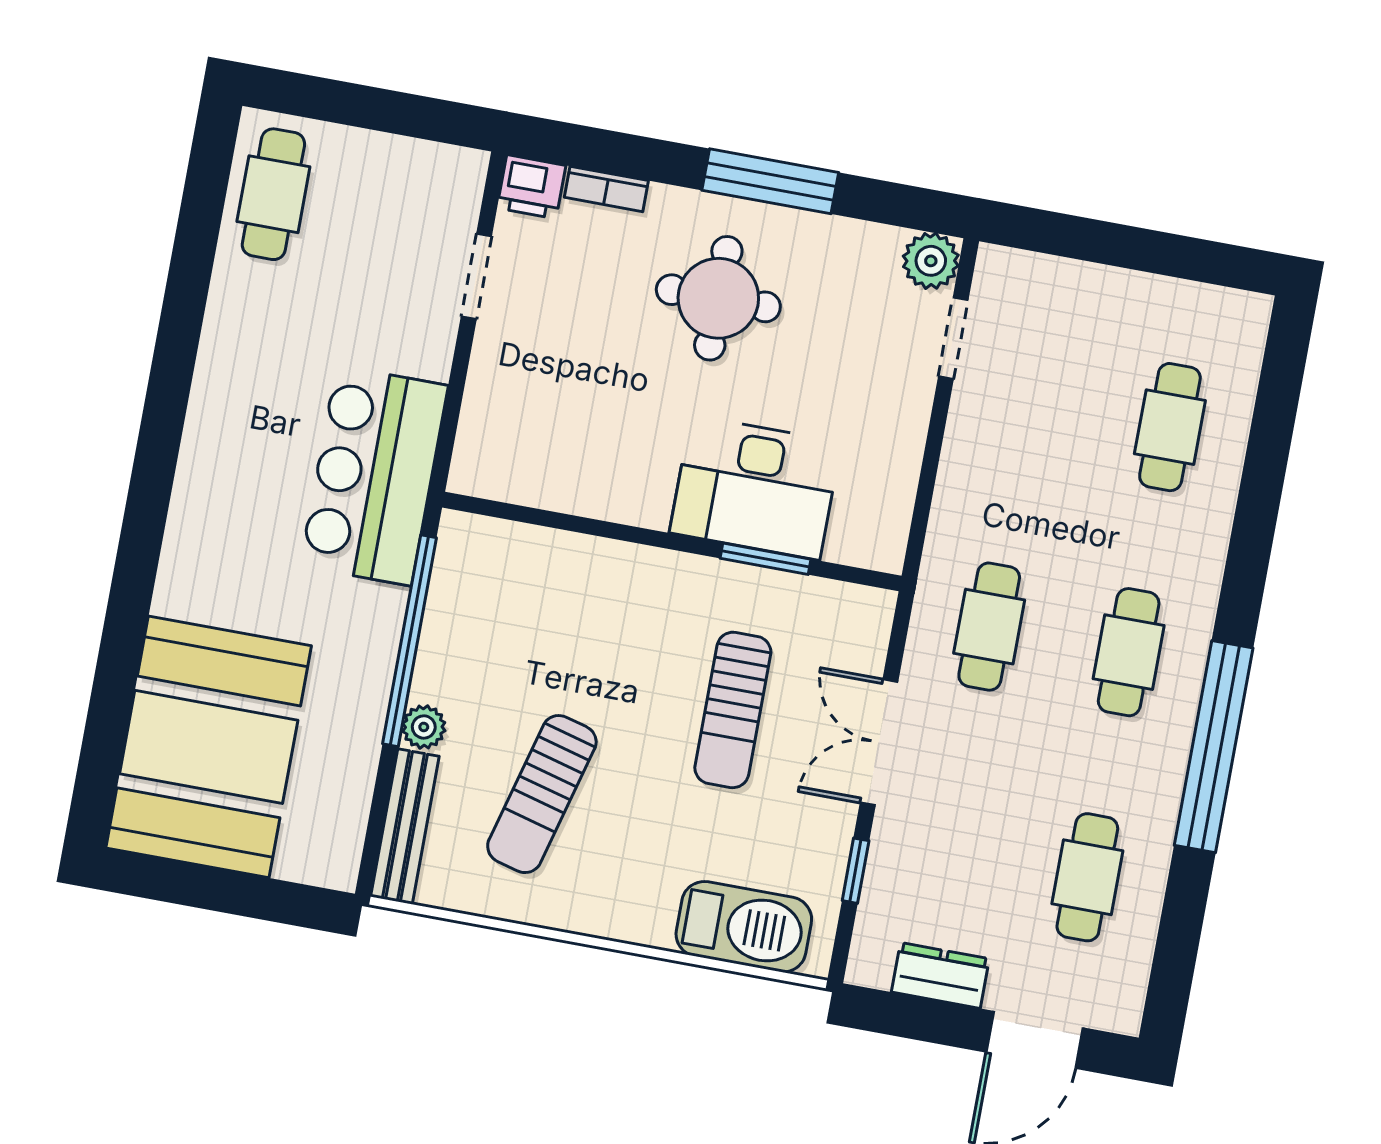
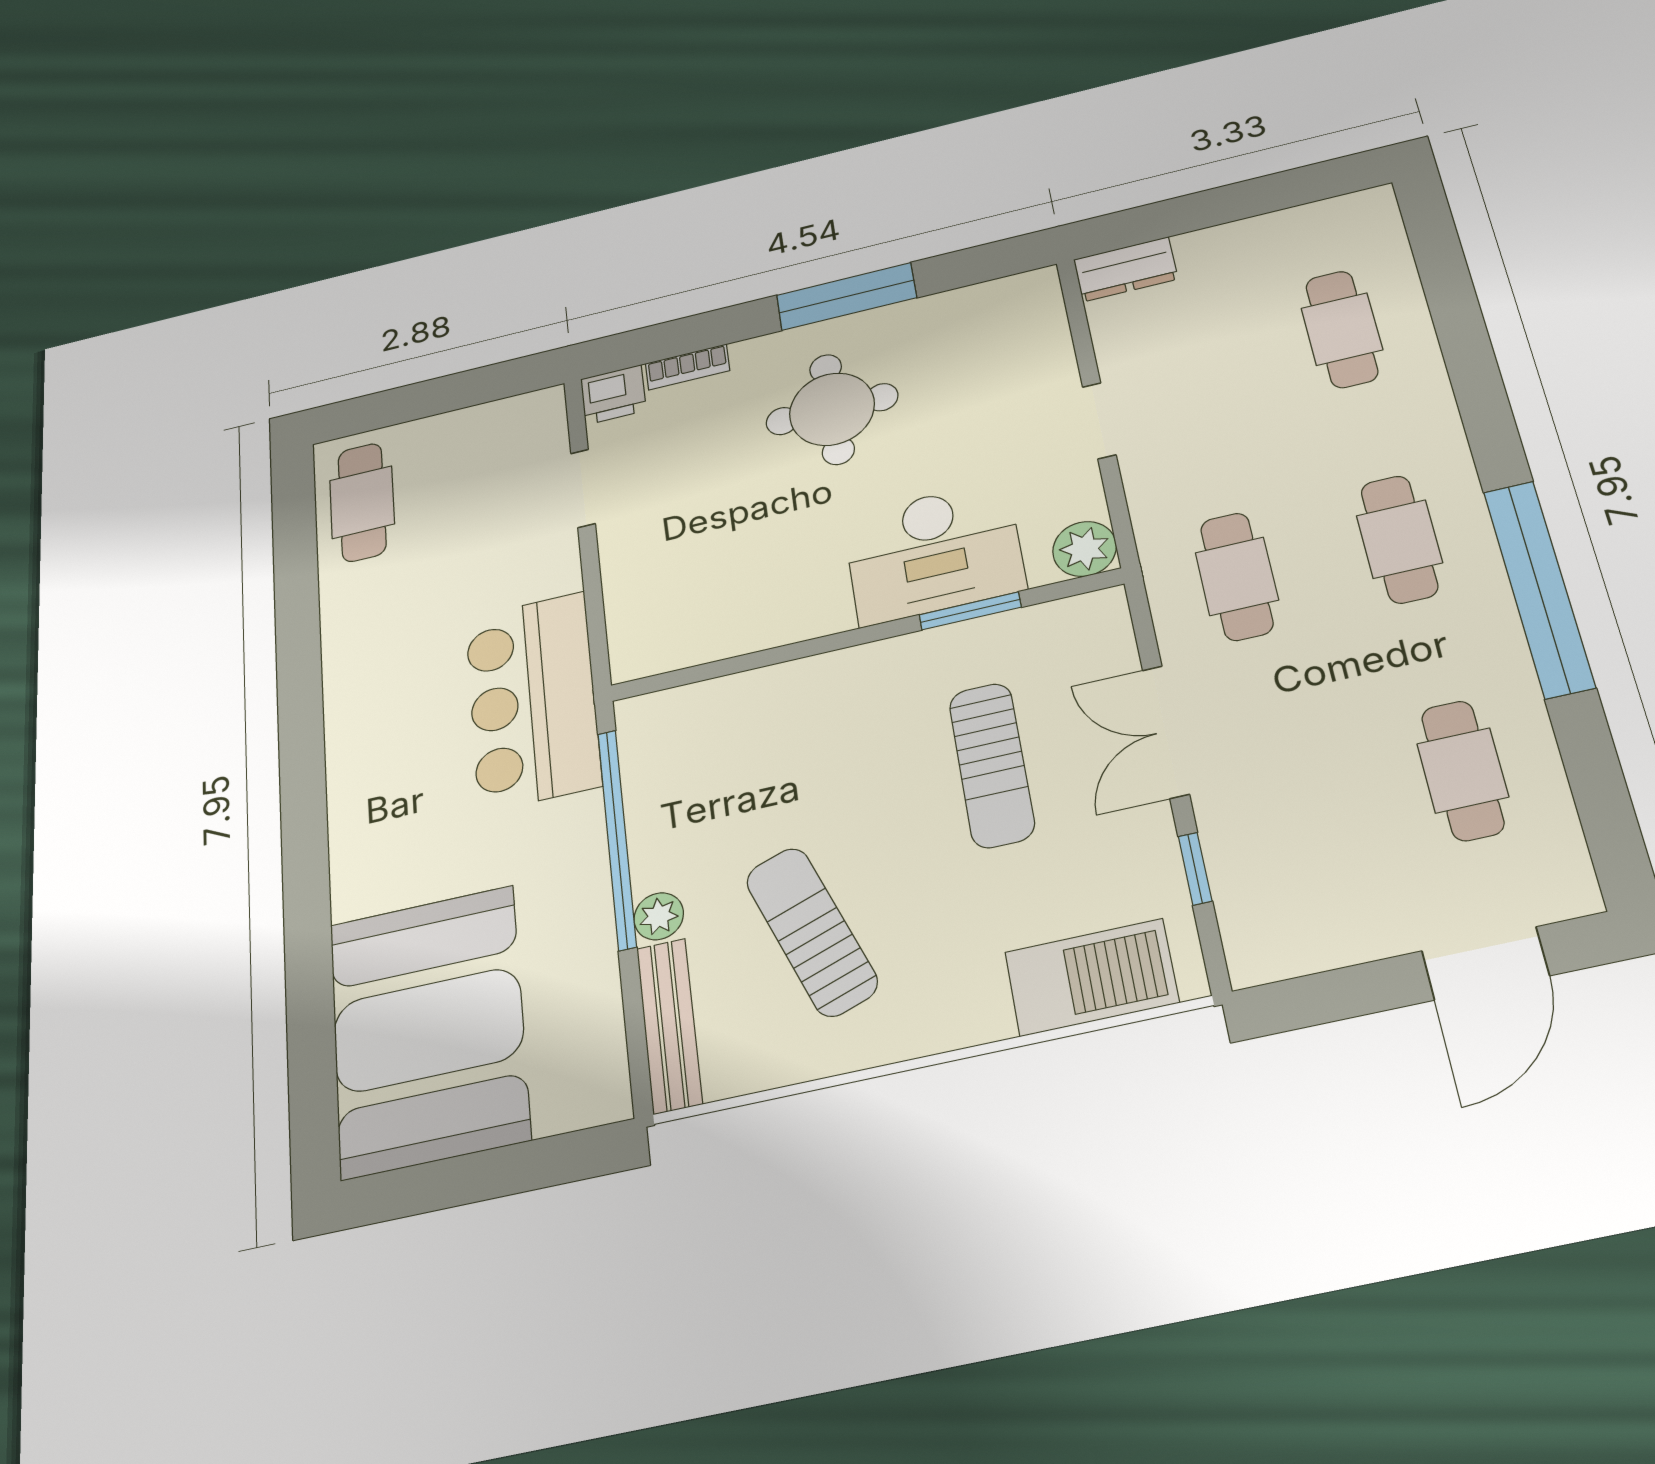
plant: (931, 261) -> (1085, 549), moved
doorway: (953, 338) -> (1099, 421), moved
sun lounger: (542, 794) -> (812, 931), turned 145
dresser: (940, 975) -> (1126, 269), moved, turned 180

